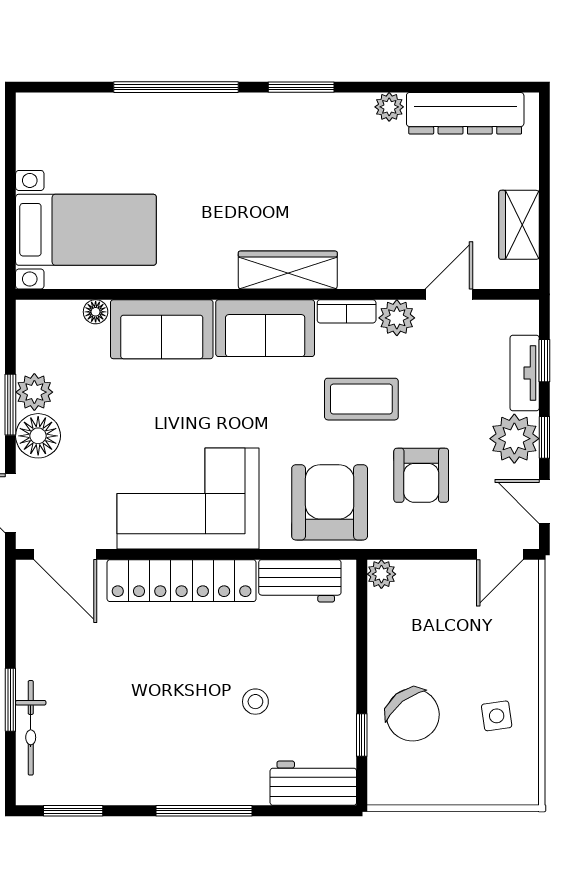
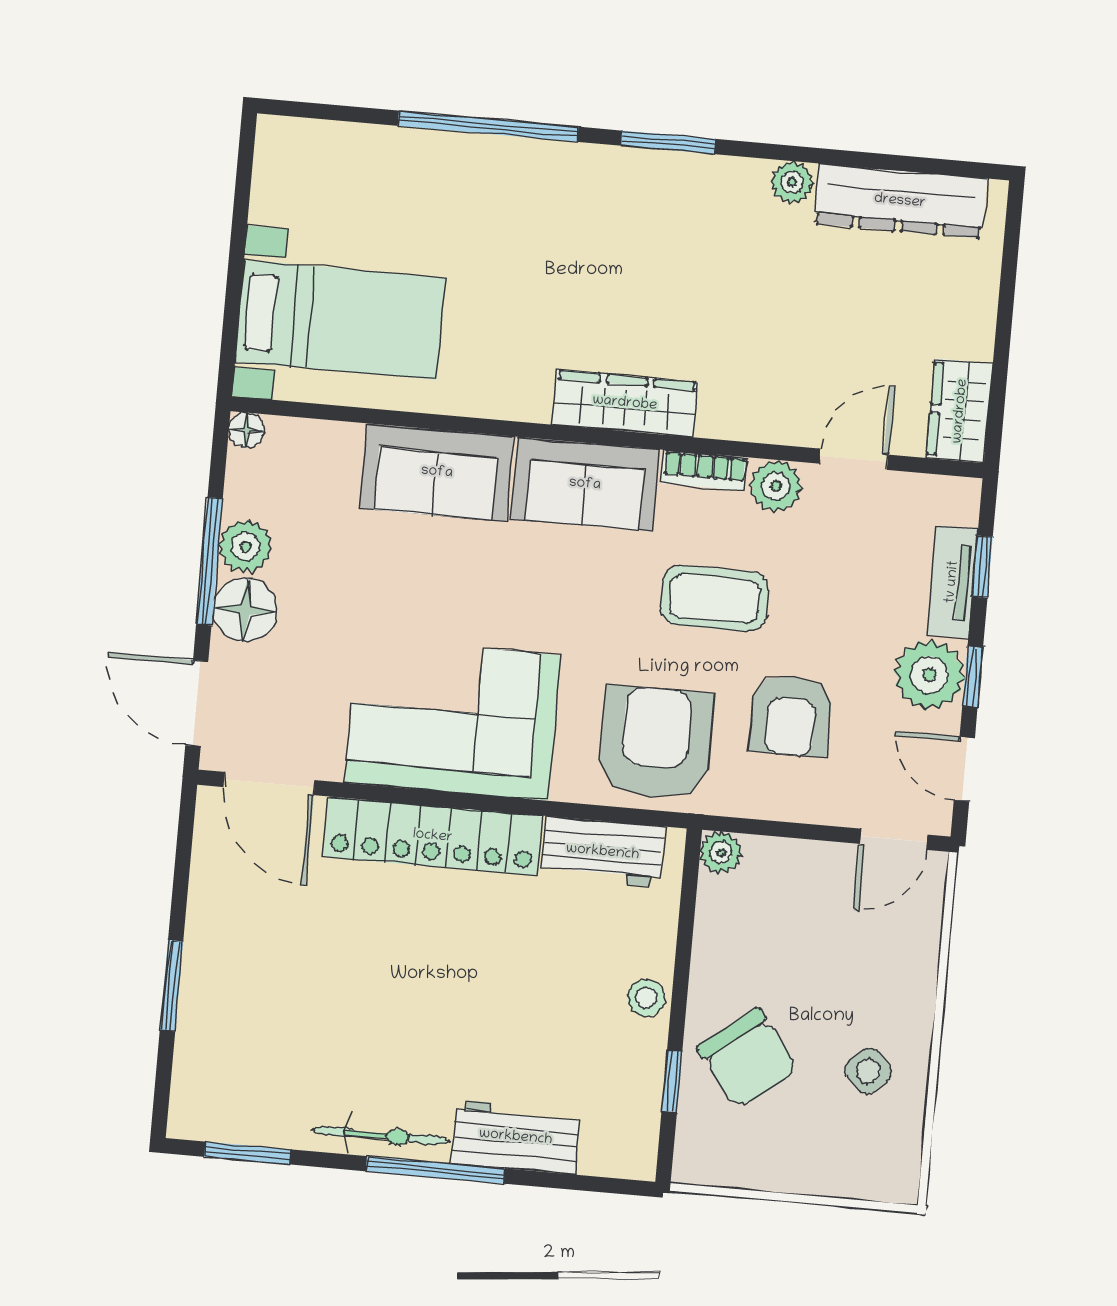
wardrobe: (519, 225) -> (960, 411), moved
floor lamp: (96, 312) -> (246, 430), moved
window: (10, 405) -> (209, 561), width x1.44
stool: (255, 702) -> (646, 998), moved
side table: (497, 716) -> (868, 1071), turned -35
bicycle: (31, 728) -> (381, 1136), moved, turned -90
workbench: (313, 783) -> (516, 1137), moved

